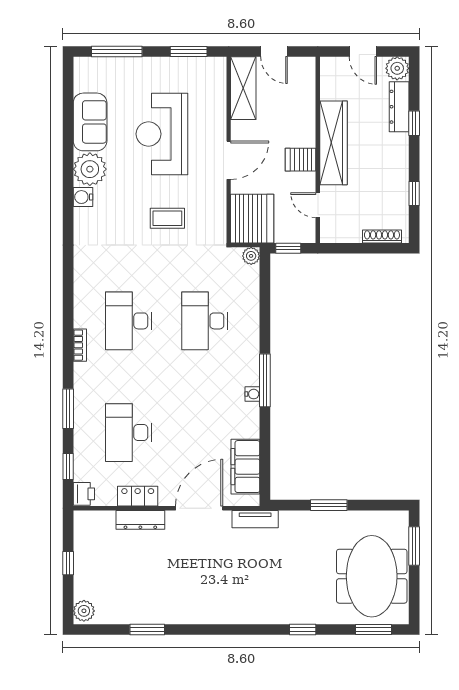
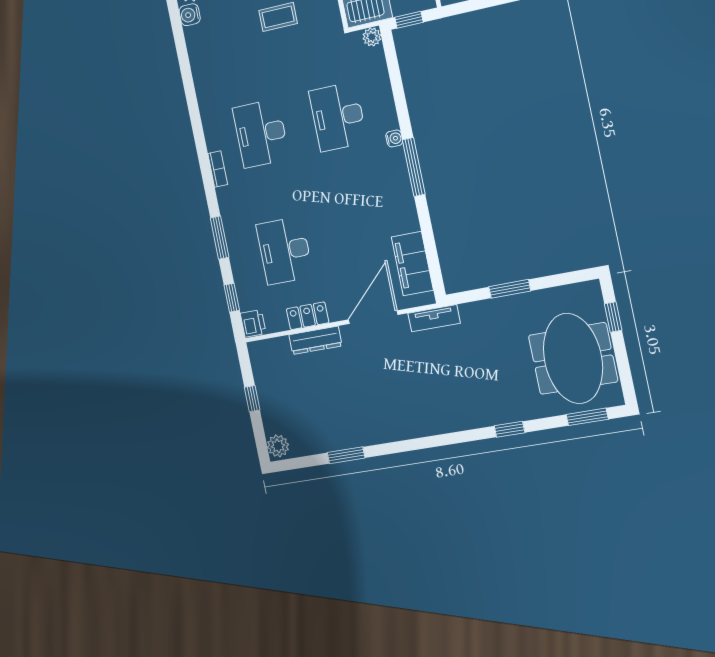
water cooler: (252, 394) -> (394, 138), moved
window: (414, 546) -> (613, 317), width x0.67

